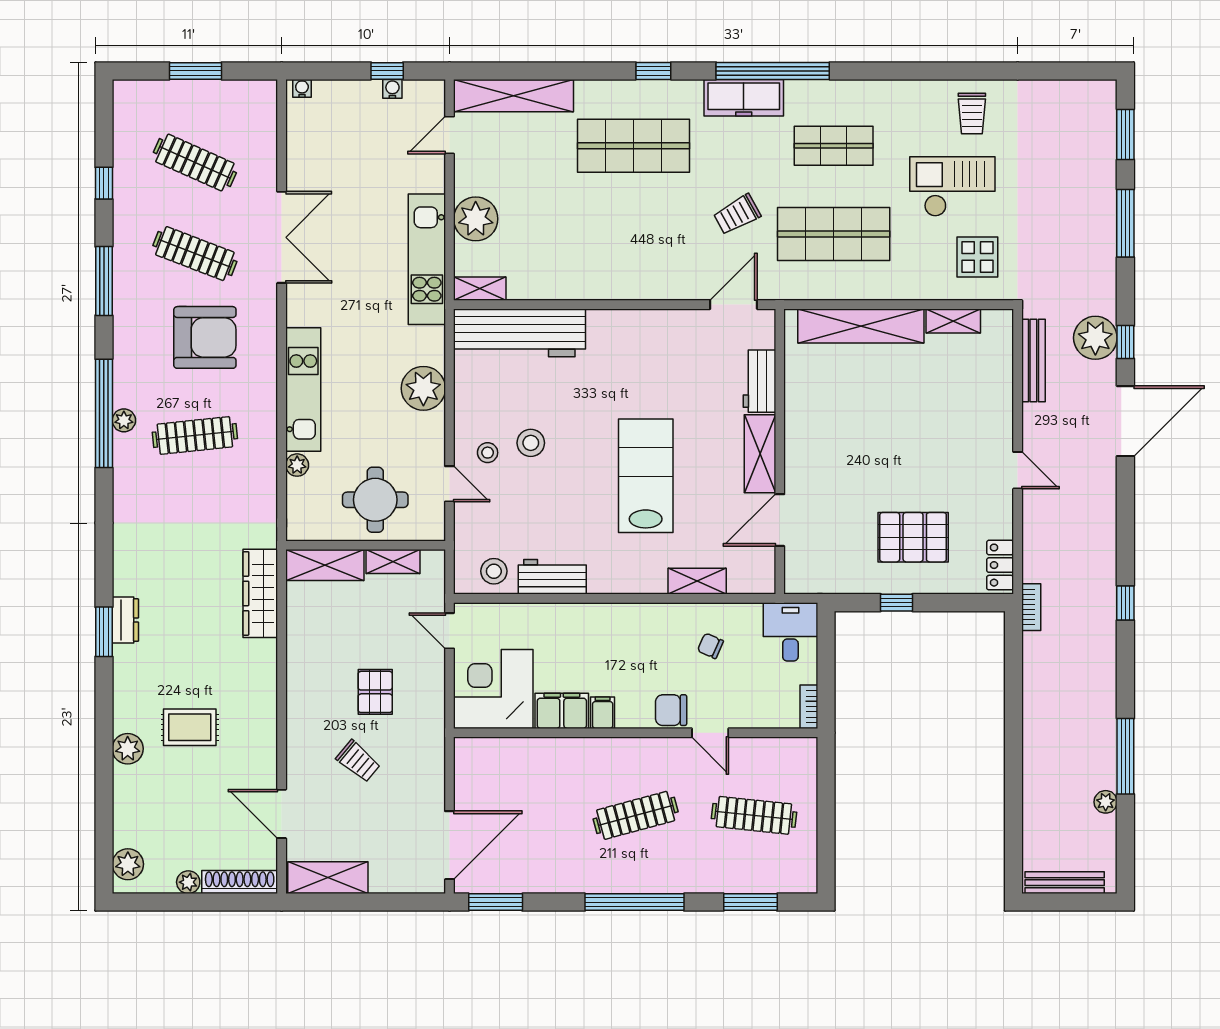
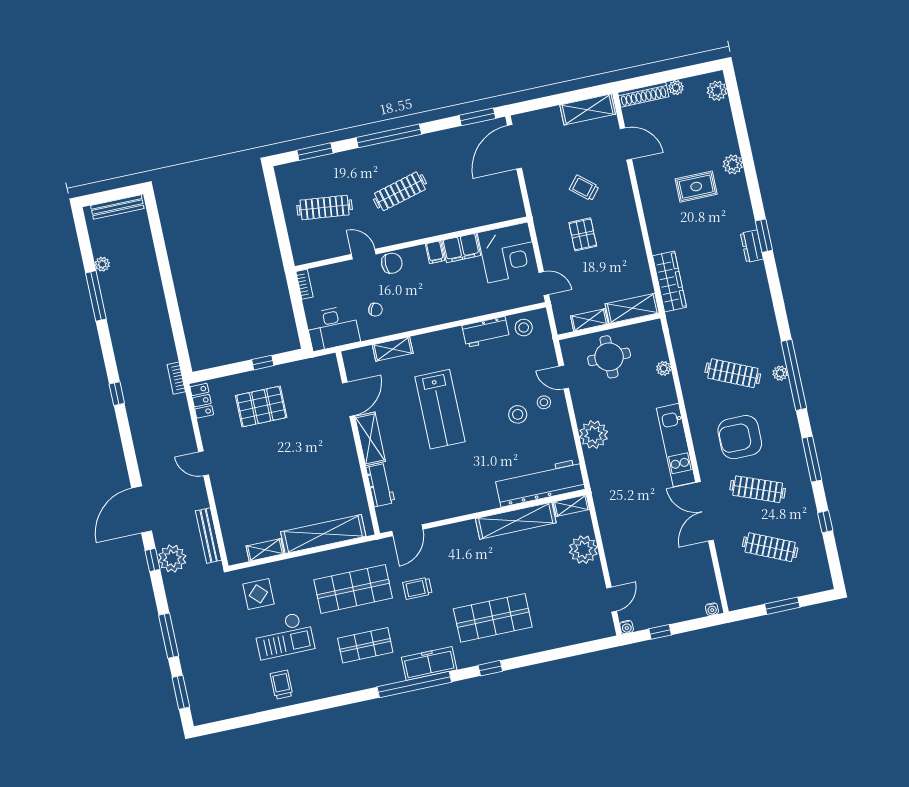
water cooler: (392, 89) -> (627, 627), moved
shelving: (514, 96) -> (516, 521), moved
trolley: (737, 214) -> (417, 588), turned -151
kitchen unit: (427, 259) -> (609, 517), removed
kitchen unit: (303, 390) -> (676, 445), moved
clothes rail: (195, 435) -> (733, 373), turned 30
desk: (790, 632) -> (333, 328), width x1.37

